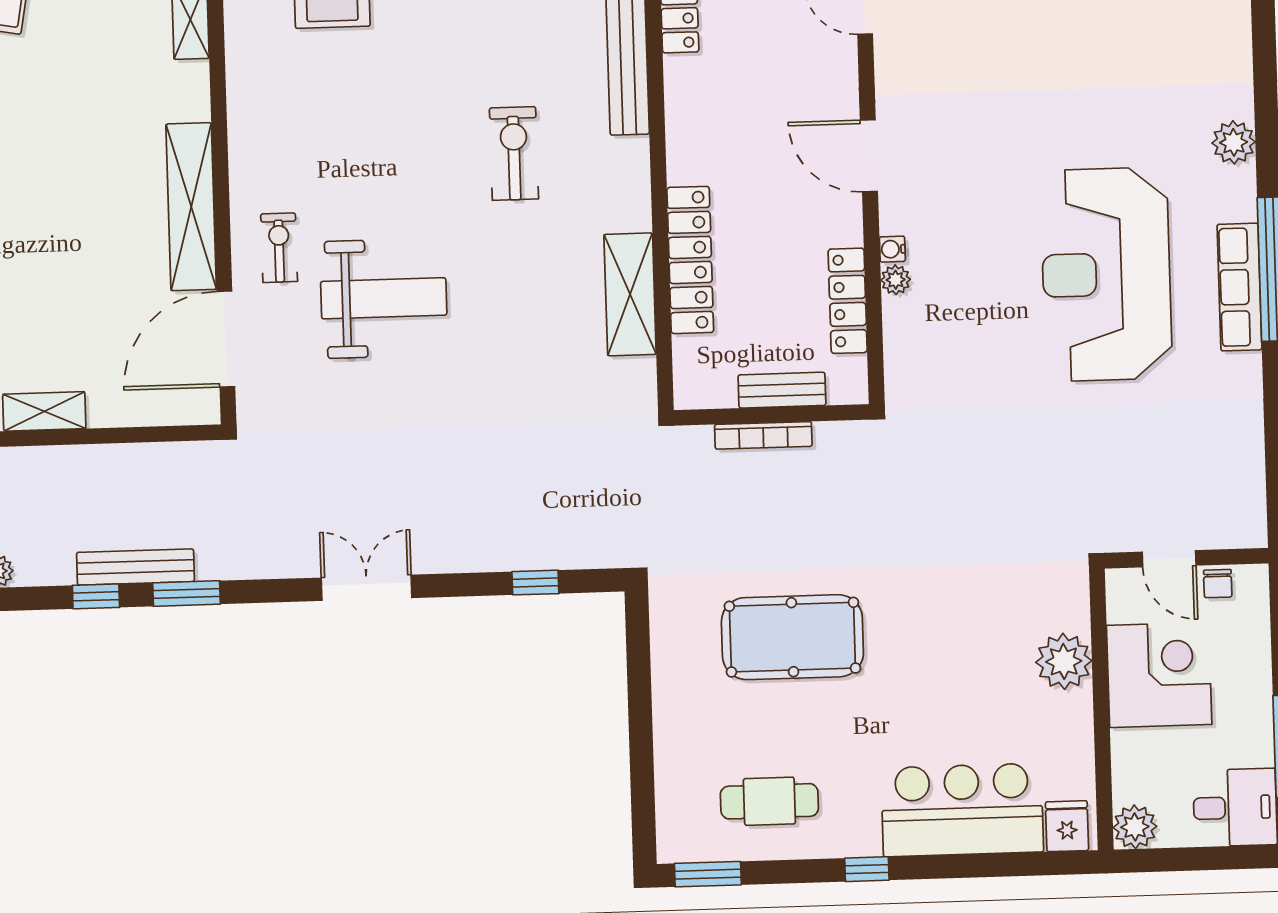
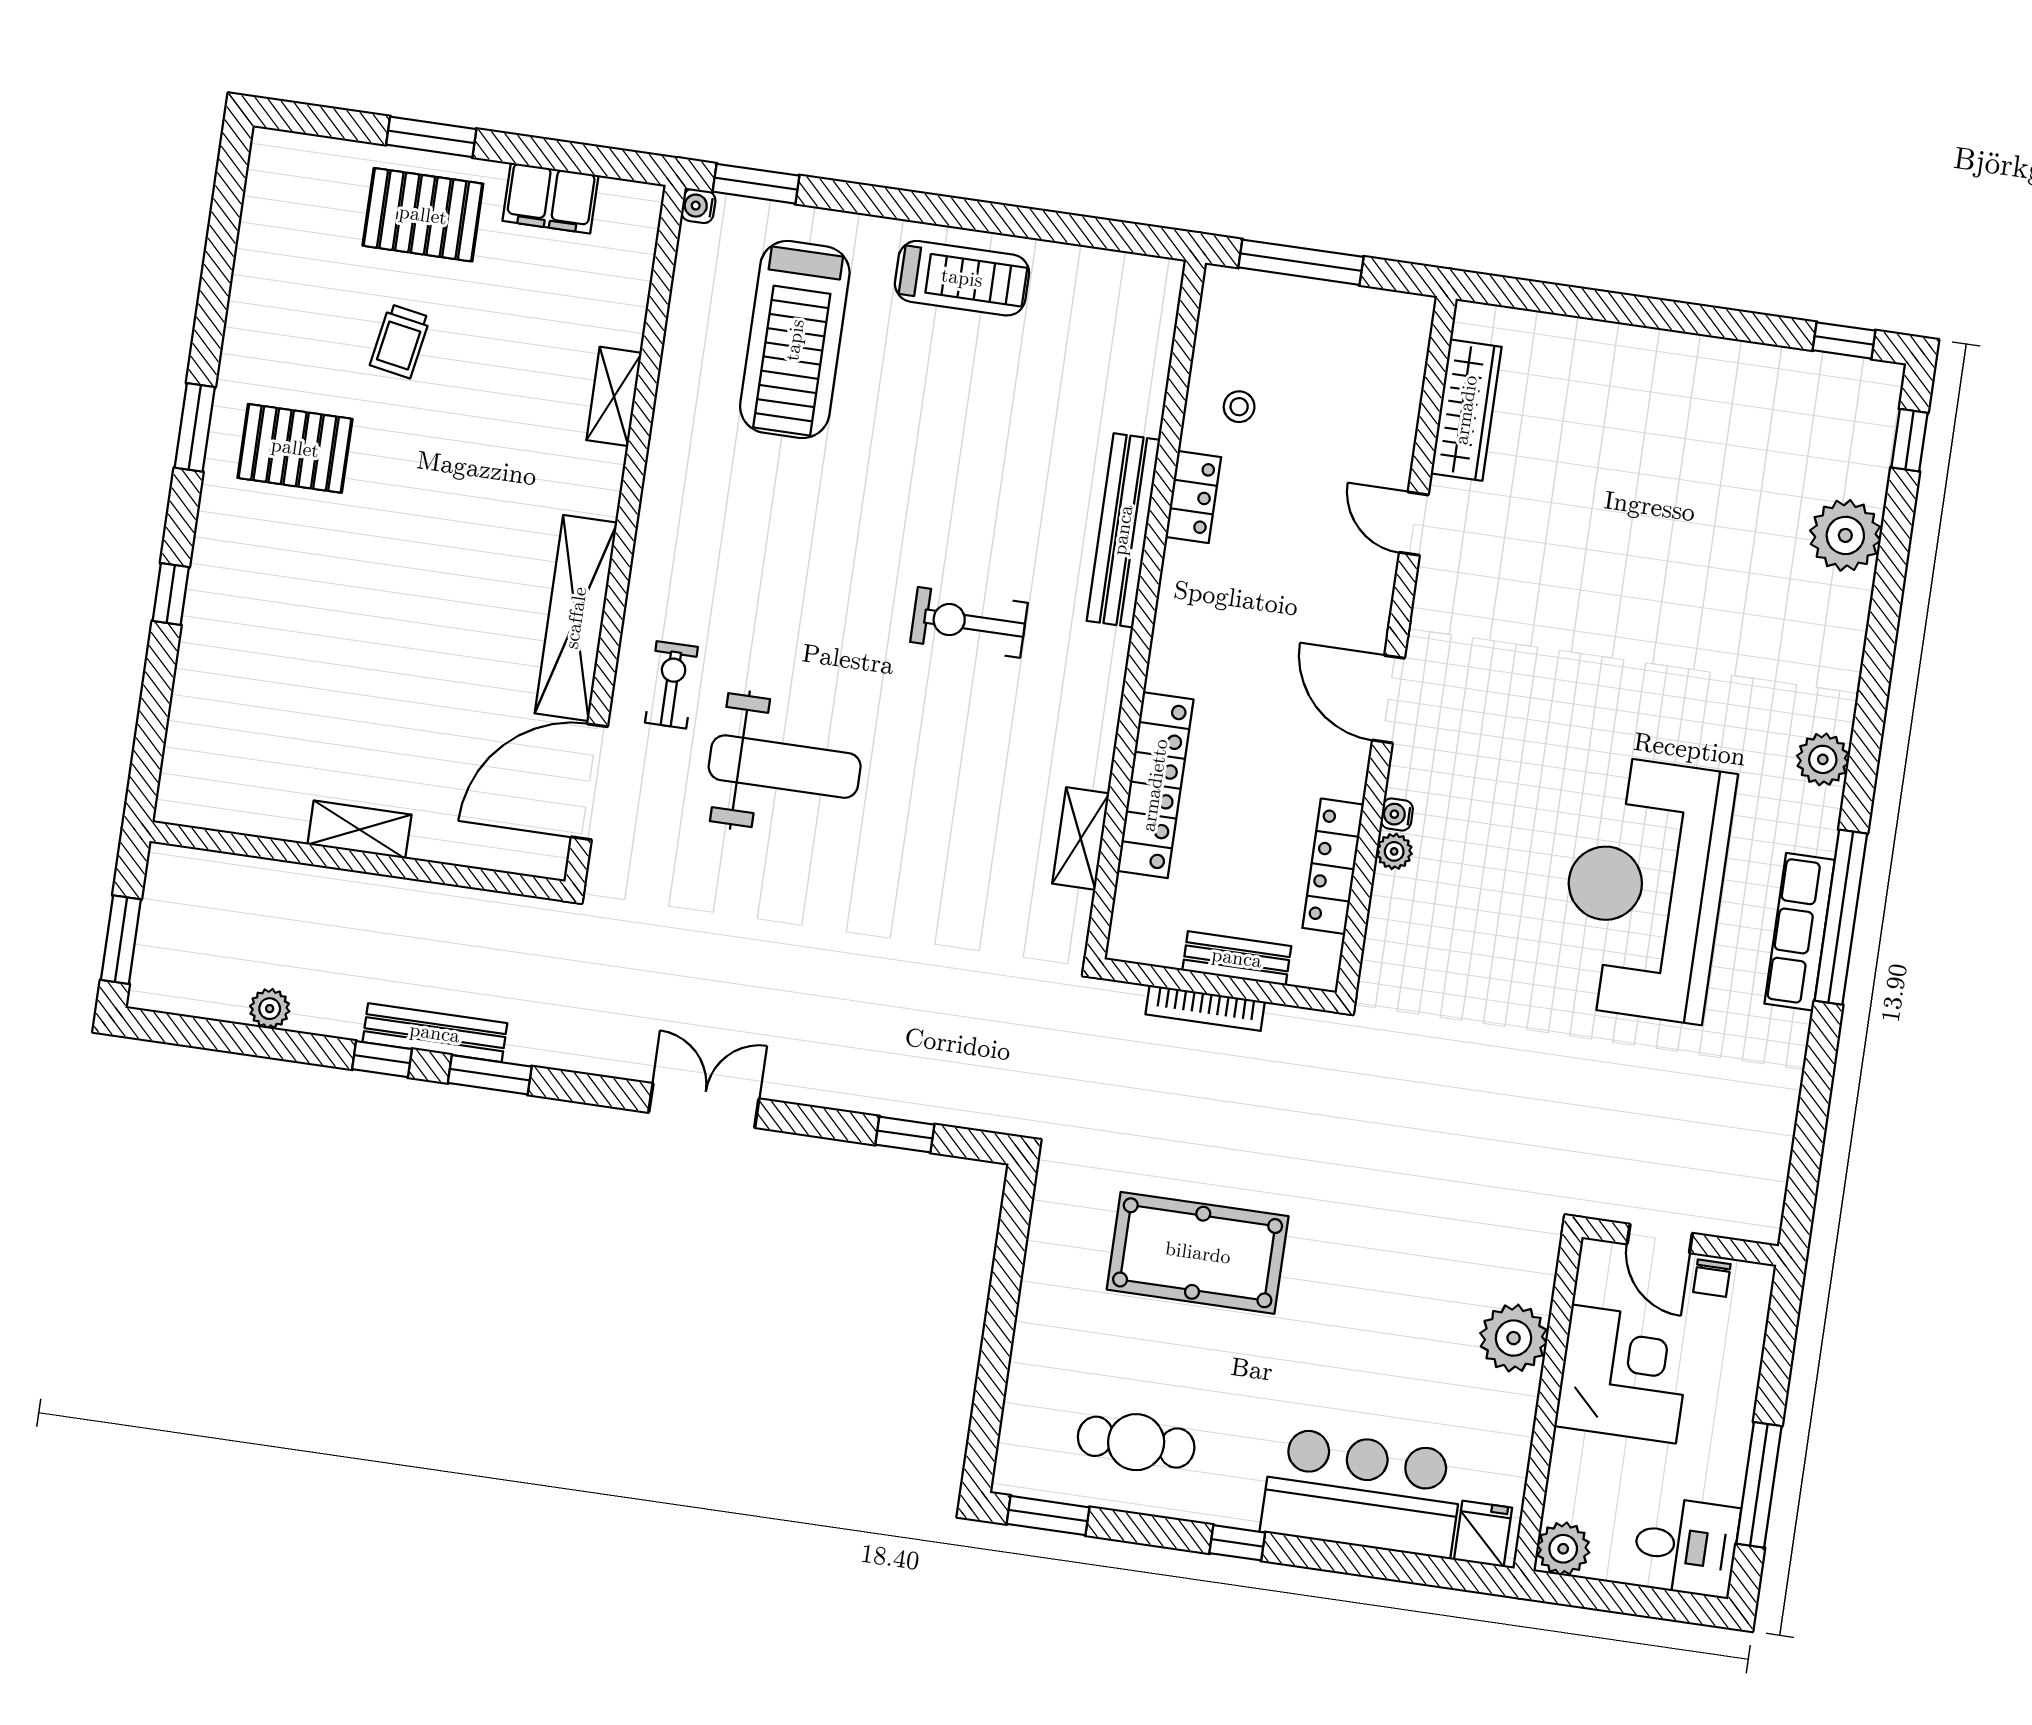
exercise bike: (514, 154) -> (969, 622), turned -90
shelving: (630, 294) -> (1081, 838), width x0.67, depth x0.75

